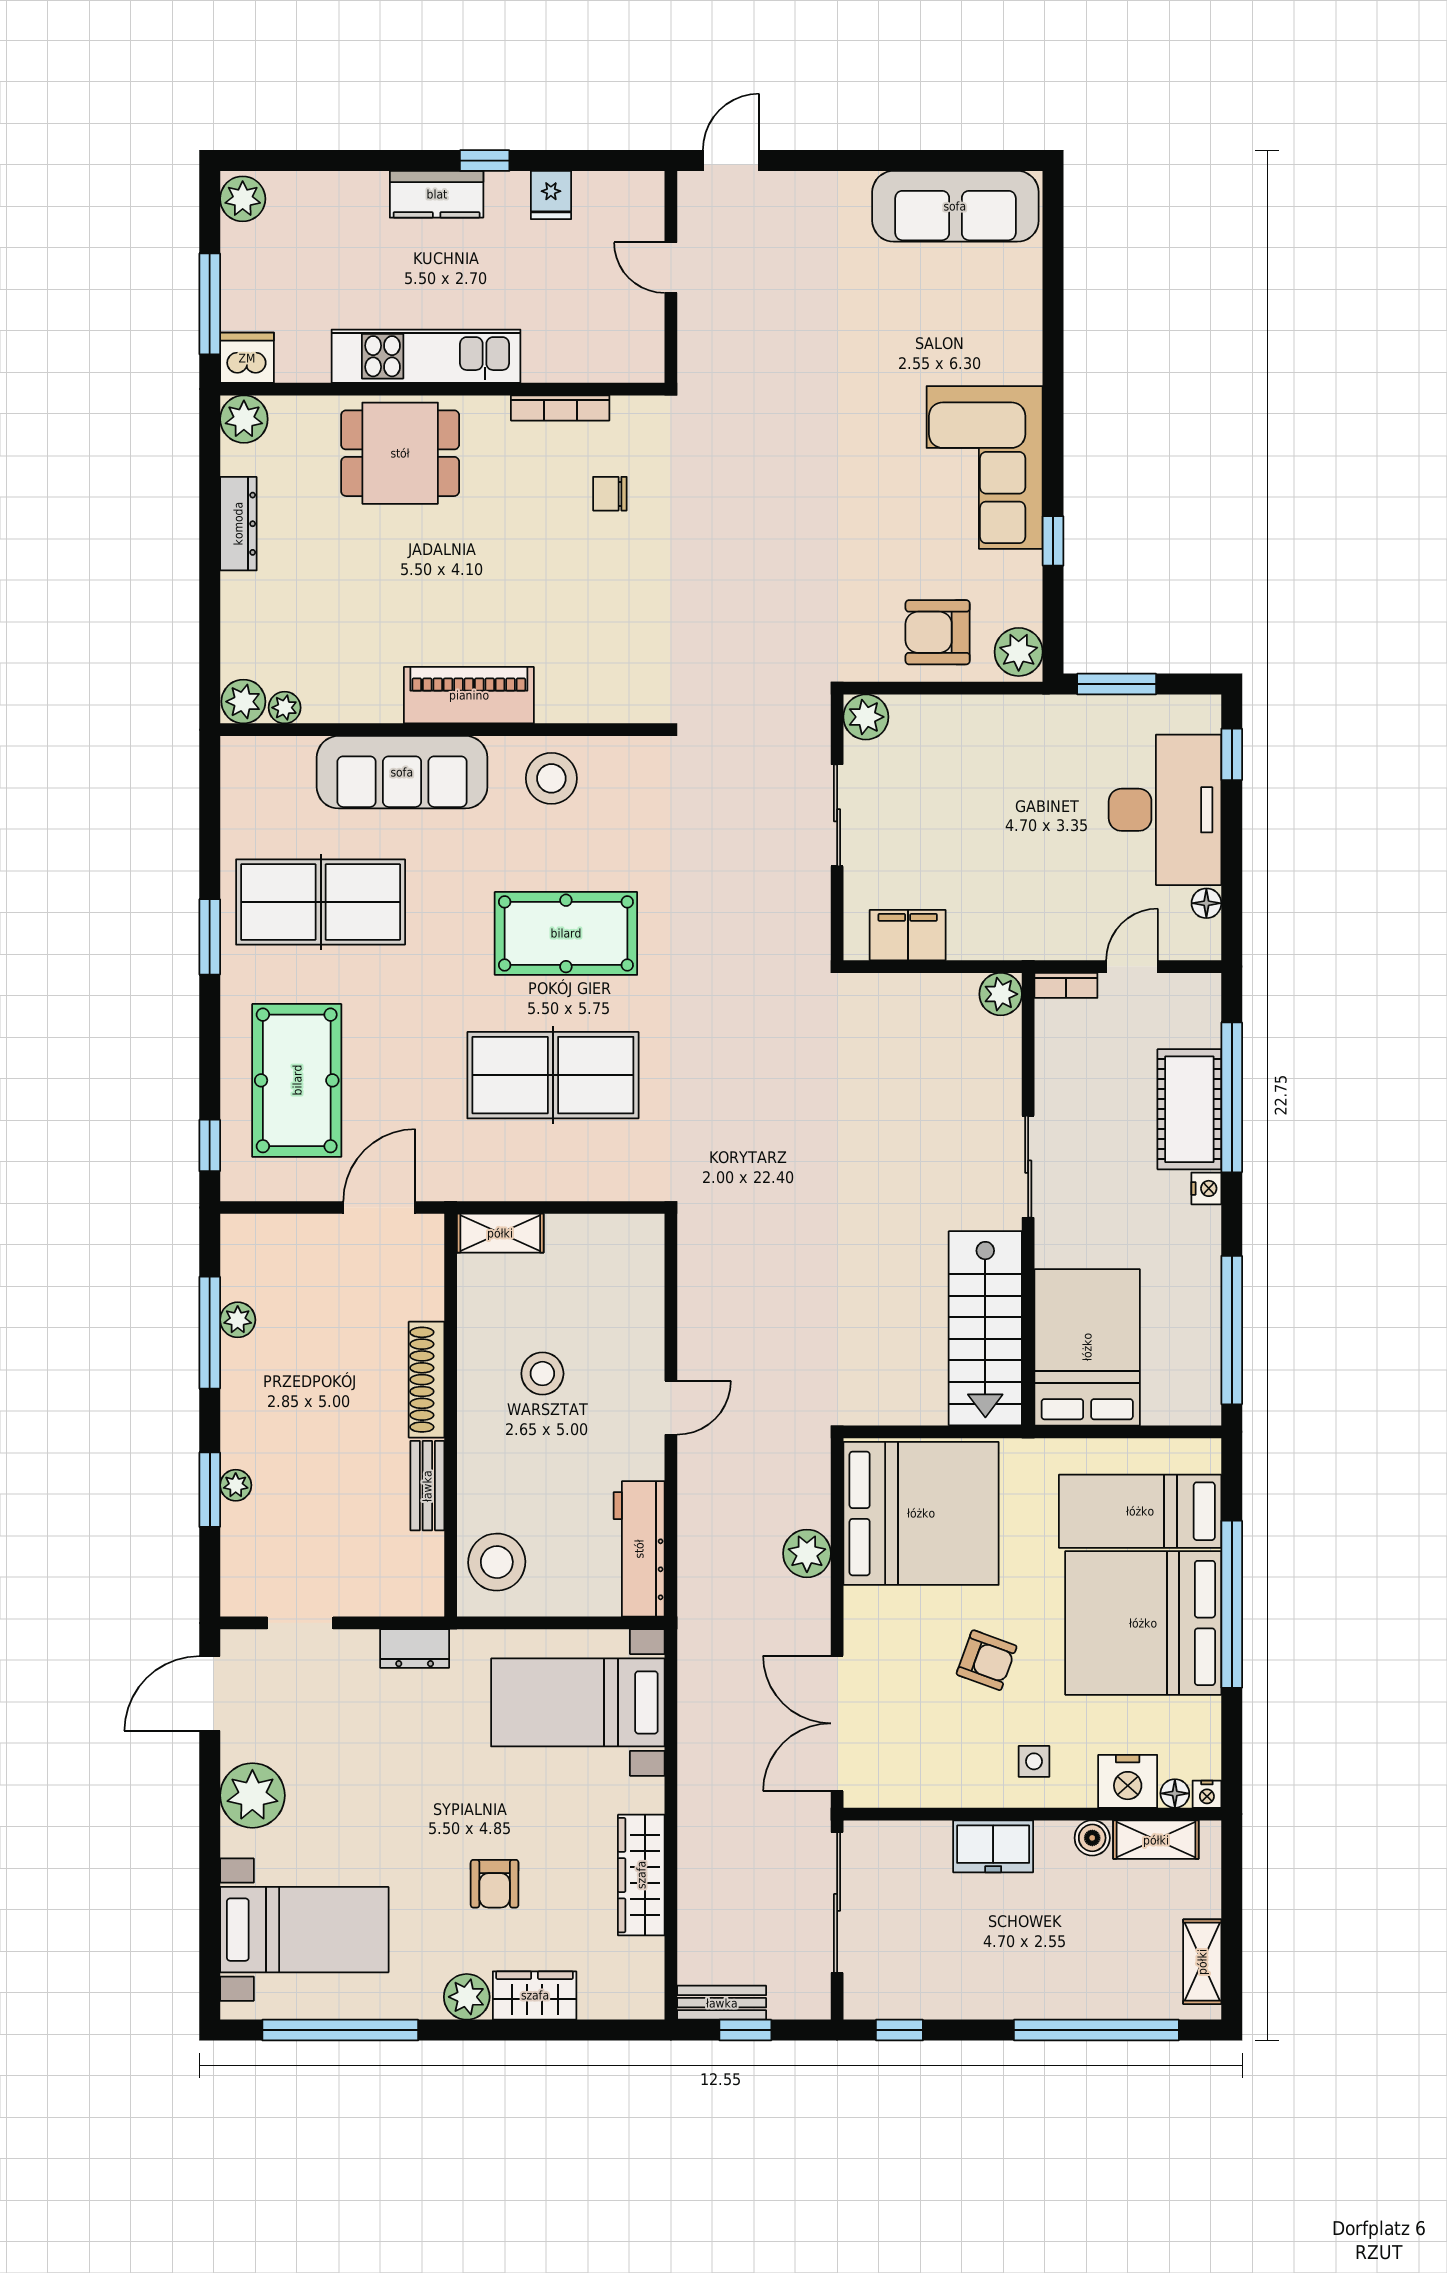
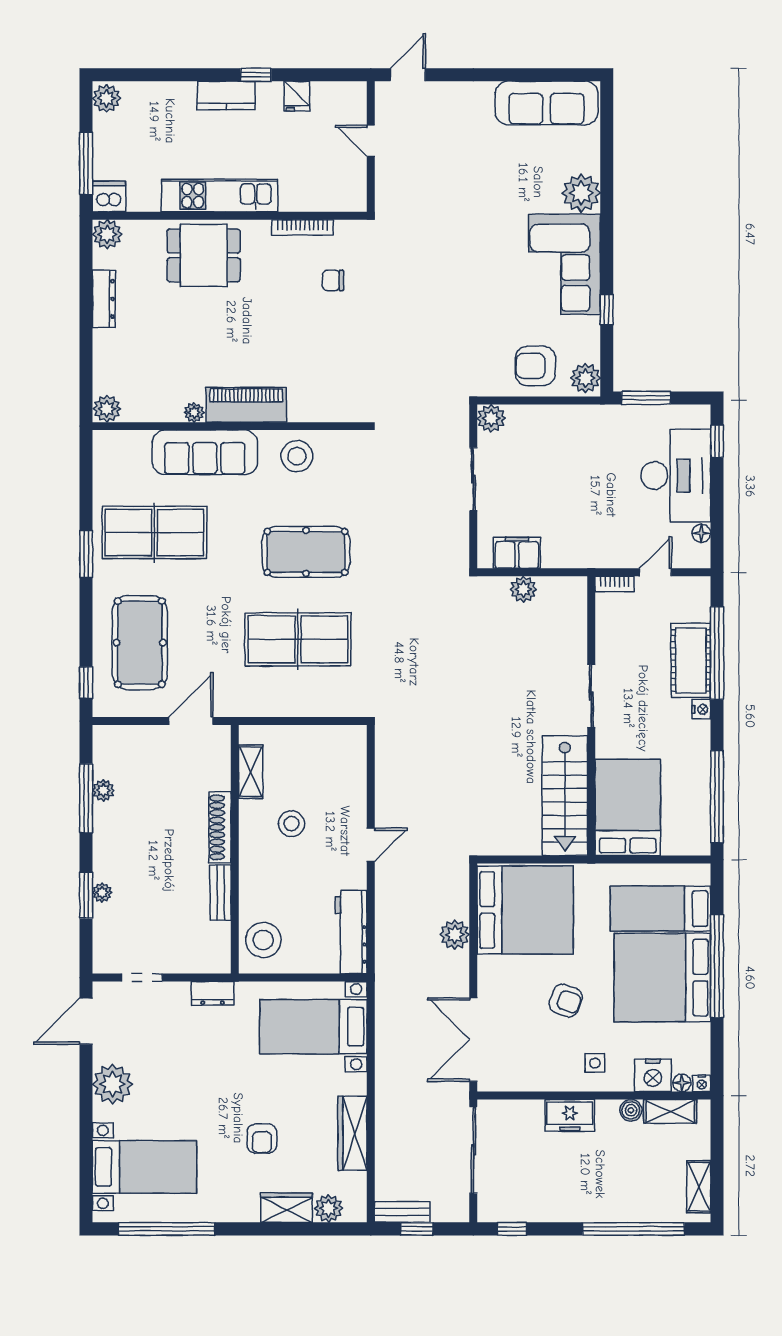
plant: (1012, 352) -> (581, 193), added
plant: (285, 708) -> (194, 412), moved
plant: (1001, 994) -> (523, 589), moved
shelving: (500, 1233) -> (251, 772), moved, turned 90
plant: (467, 1997) -> (329, 1208), moved

